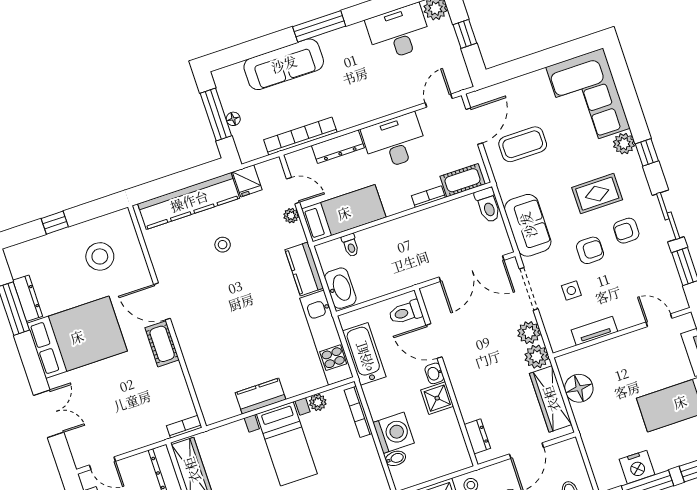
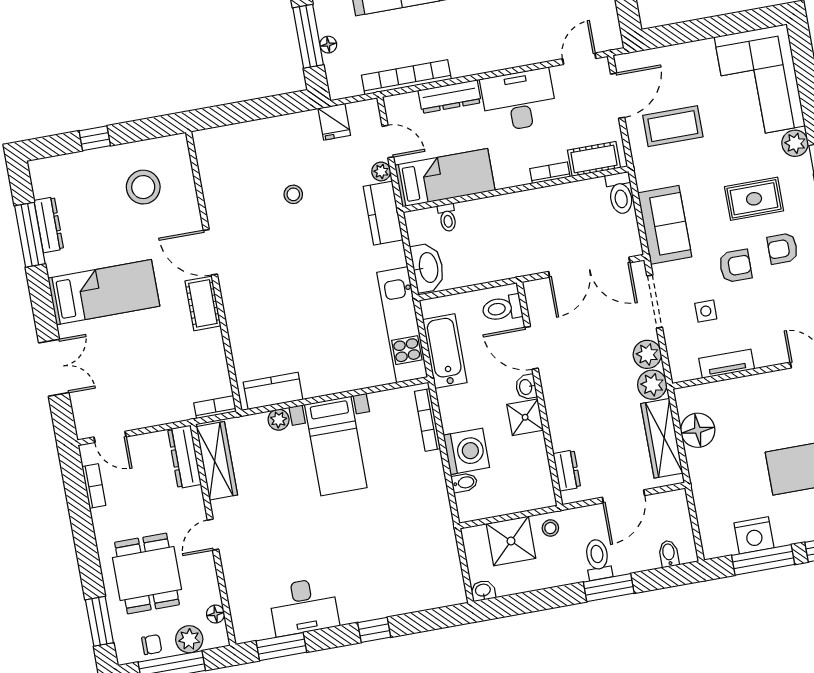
kitchen counter: (189, 201) -> (260, 136), removed
kitchen counter: (304, 269) -> (383, 213), moved
bed: (77, 337) -> (104, 292), width x0.67
kitchen counter: (261, 396) -> (273, 391), moved
plant: (318, 402) -> (279, 420), moved

